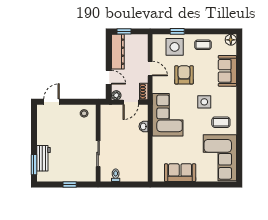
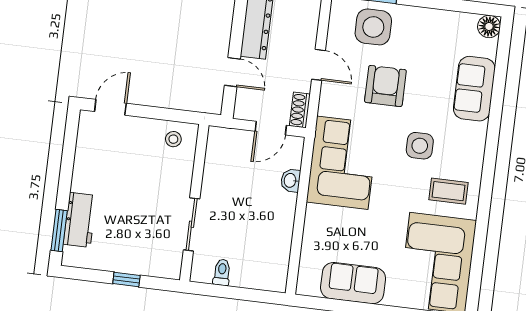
coffee table: (203, 45) -> (431, 30), removed
plant: (116, 95) -> (243, 111), removed

